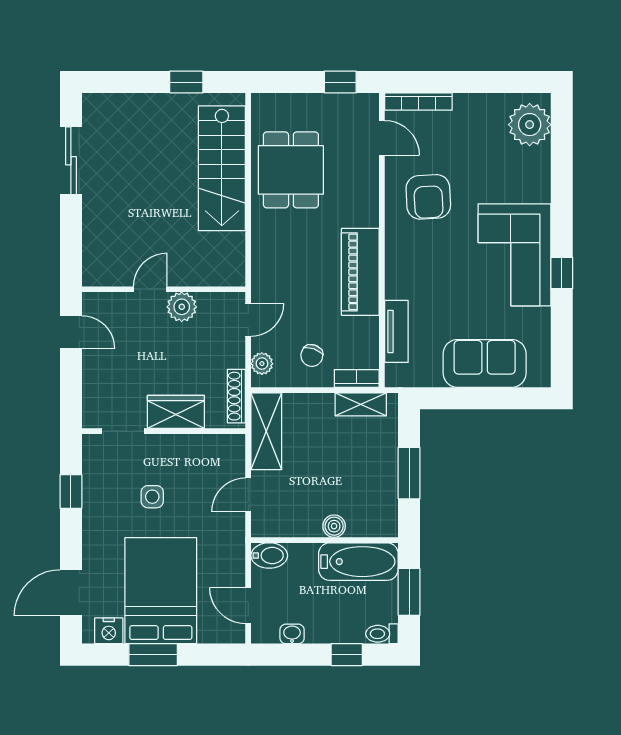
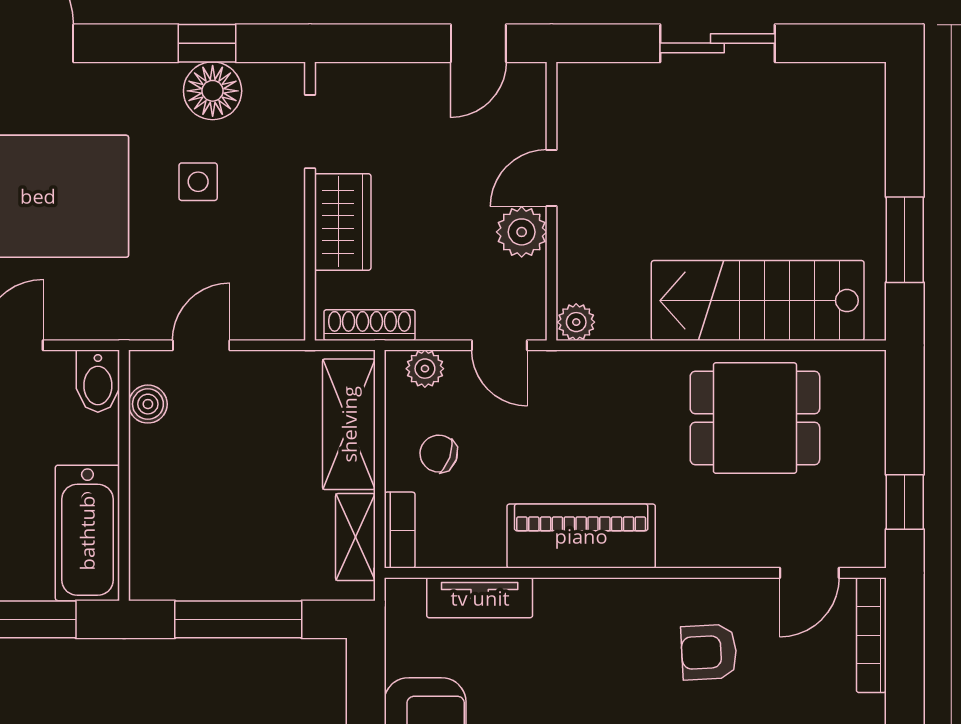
window: (186, 82) -> (905, 240), width x1.50
sliding door: (71, 161) -> (717, 43), moved
armchair: (428, 197) -> (709, 652), width x0.72, depth x0.72
plant: (235, 275) -> (576, 322), added
door: (150, 289) -> (552, 178), swing flipped
shelving: (266, 431) -> (349, 424), moved, turned 90
window: (409, 473) -> (238, 619), width x1.44
floor lamp: (99, 488) -> (213, 91), added
door: (248, 495) -> (201, 345), hinge flipped
boiler: (334, 526) -> (148, 404), moved

